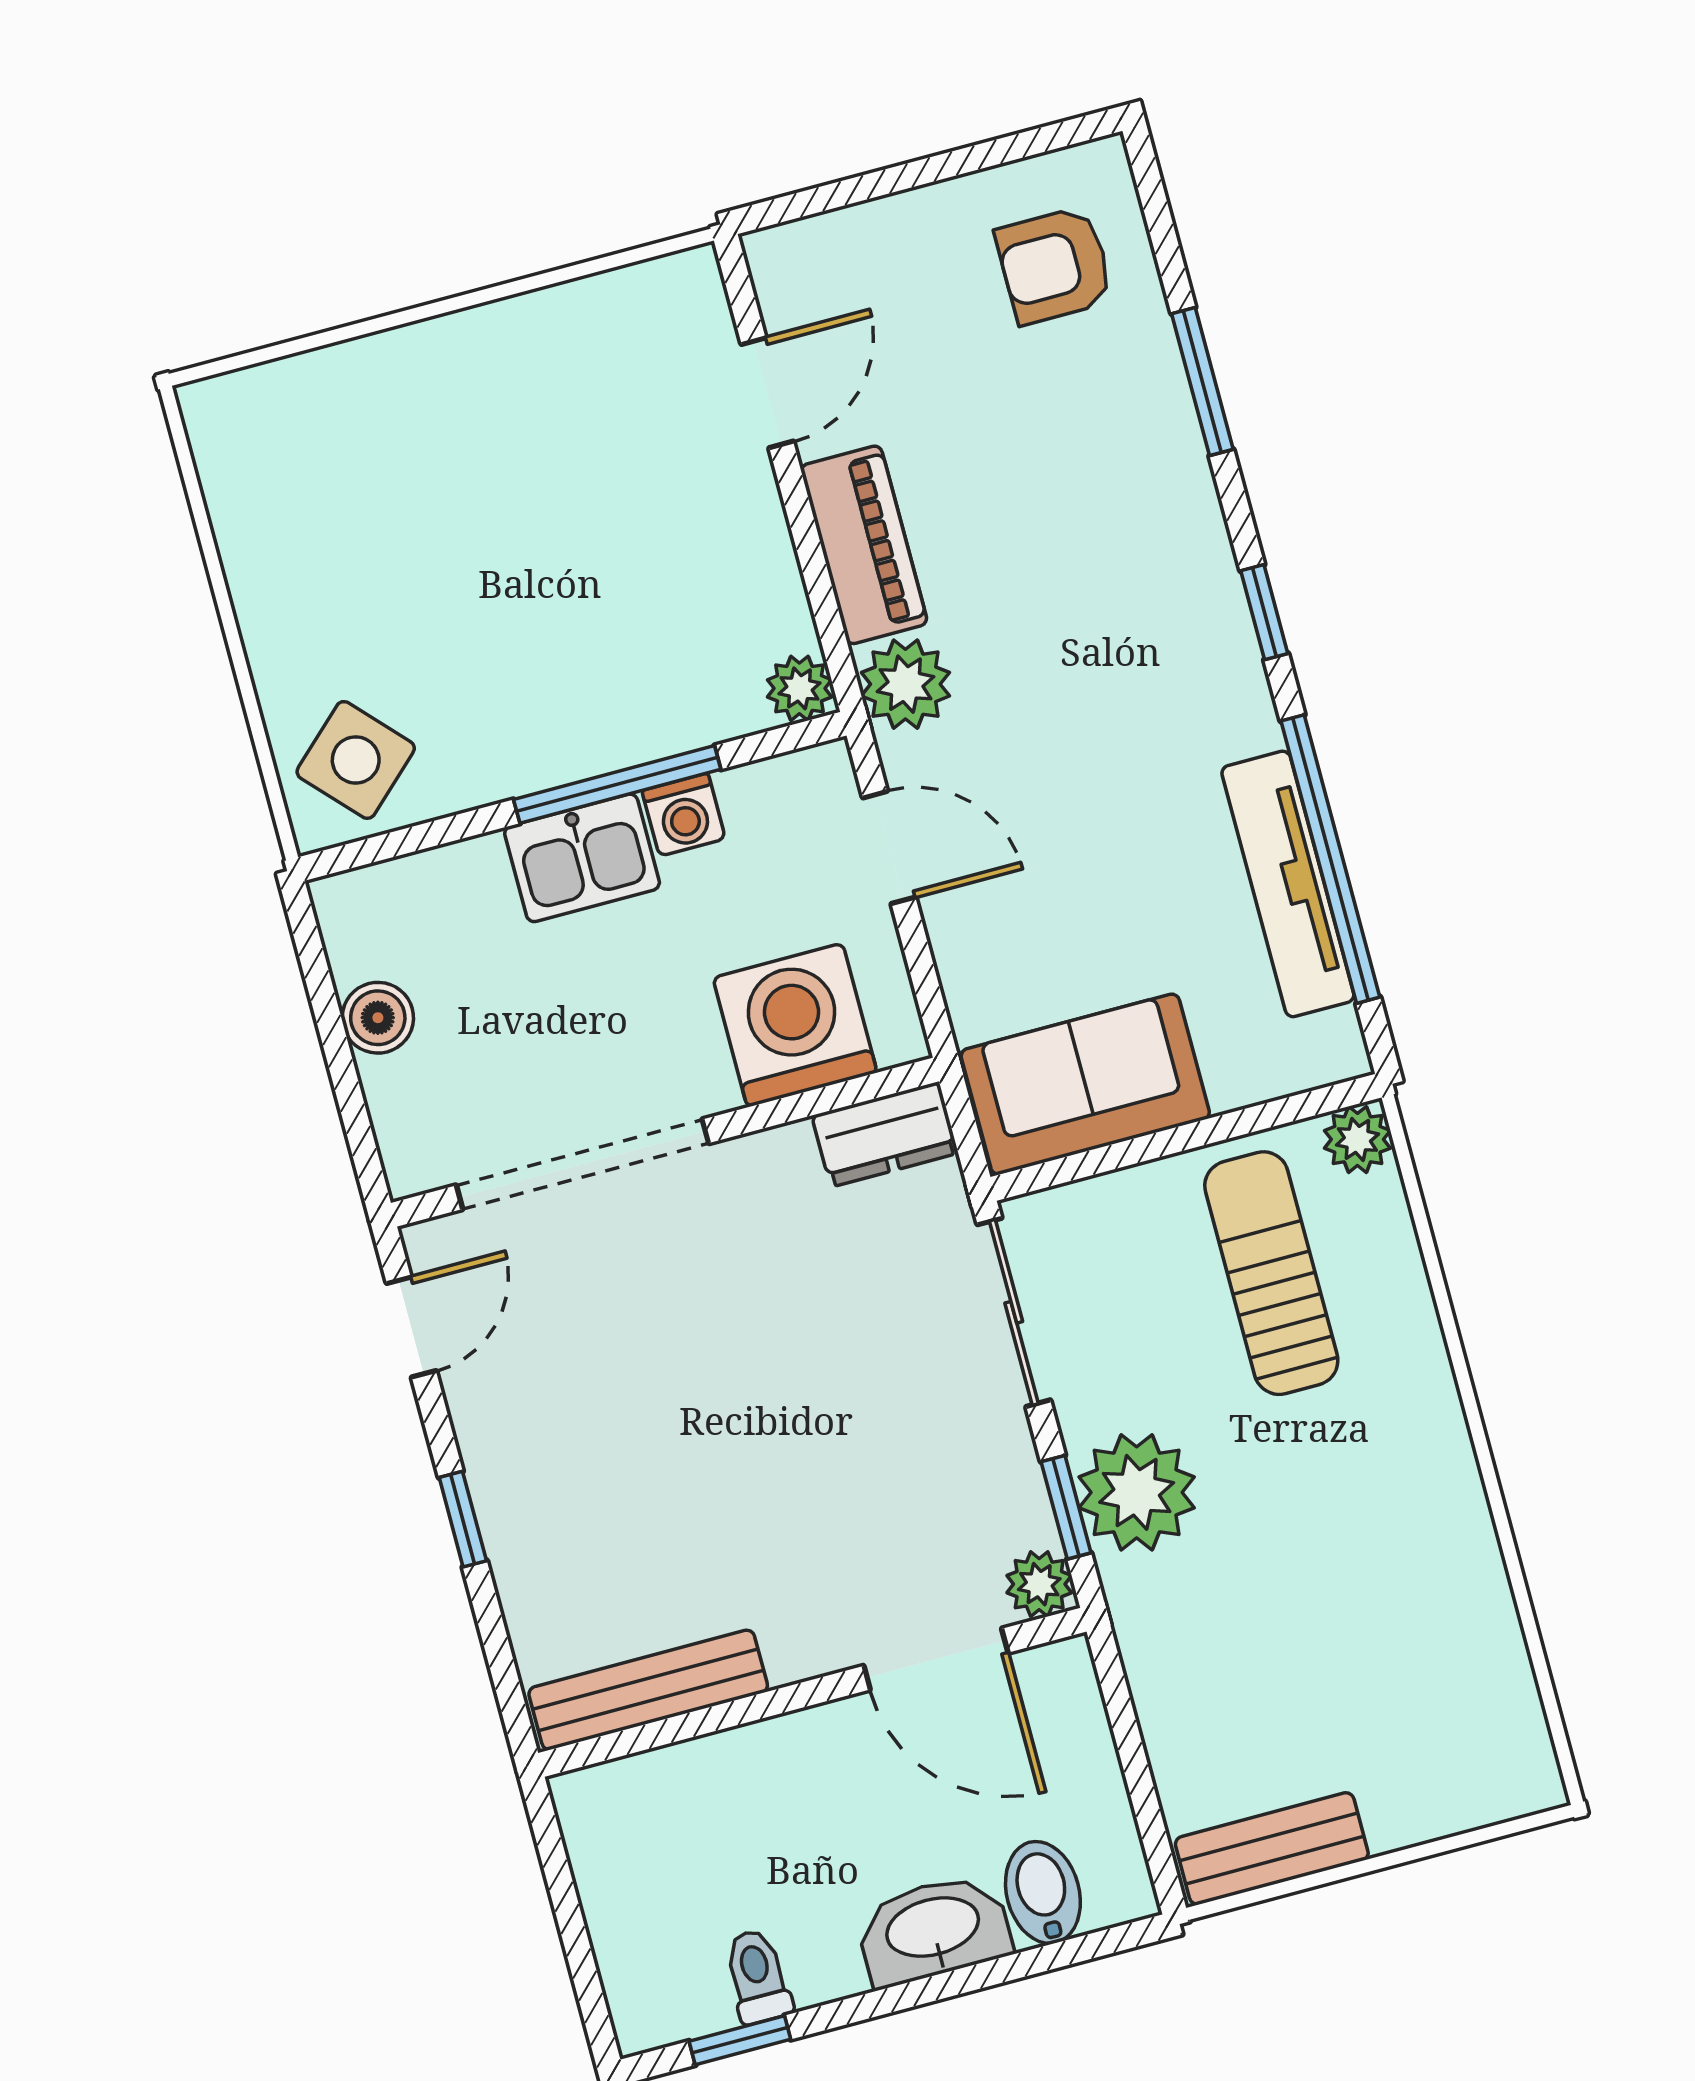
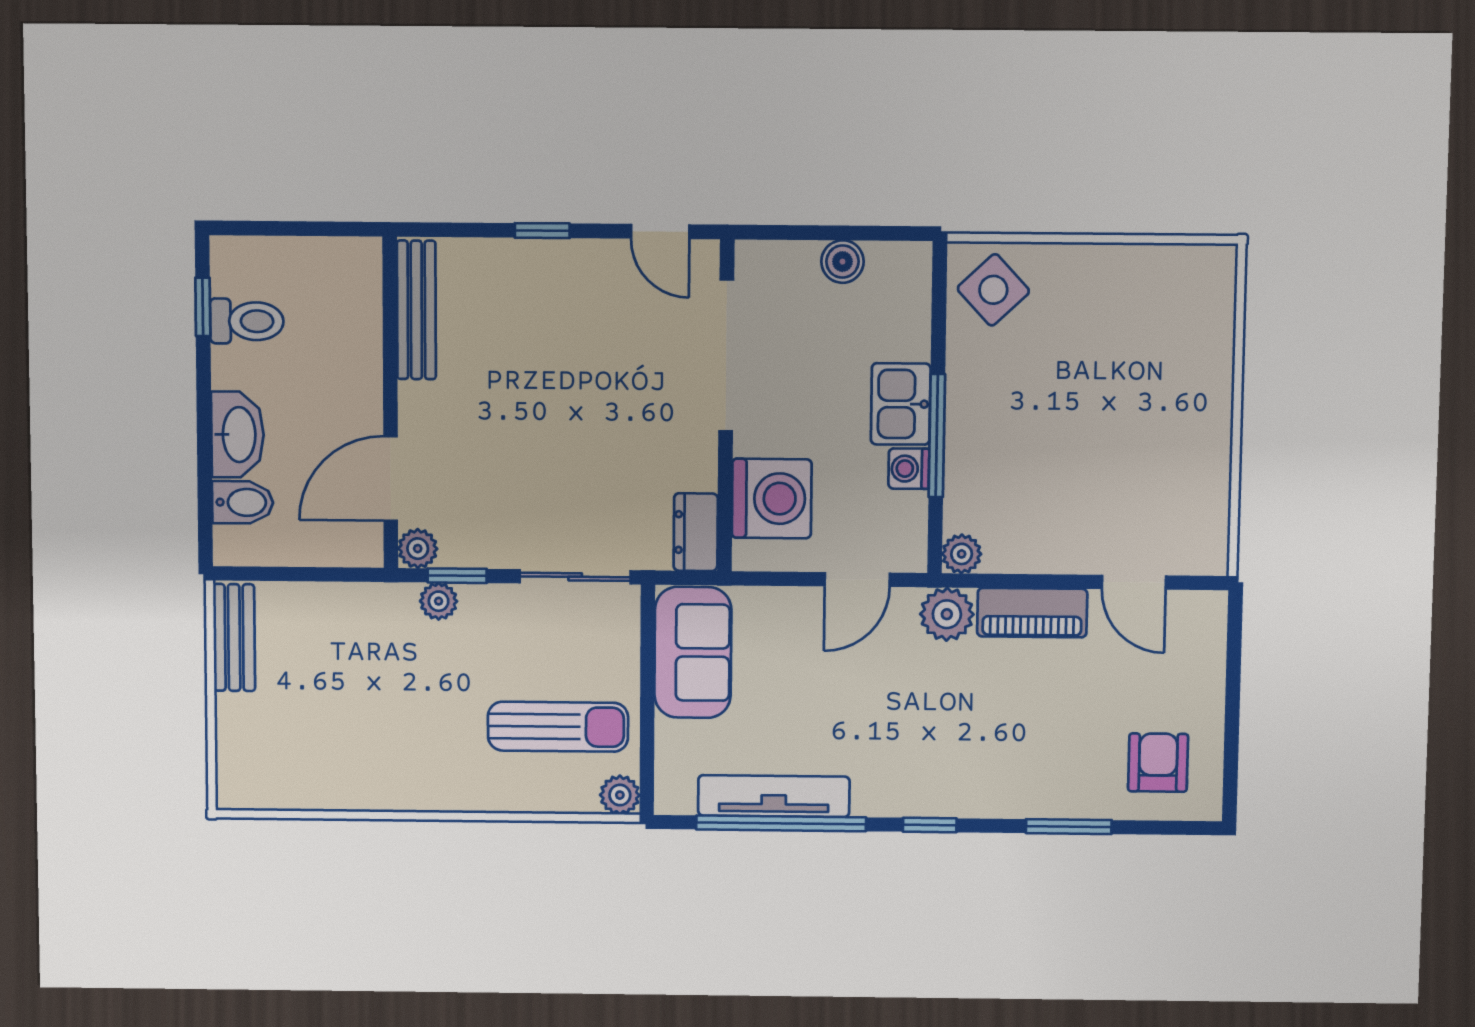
plant: (1137, 1492) -> (439, 601), width x0.53, depth x0.53
toilet: (758, 1976) -> (247, 321), width x1.37, depth x1.39

